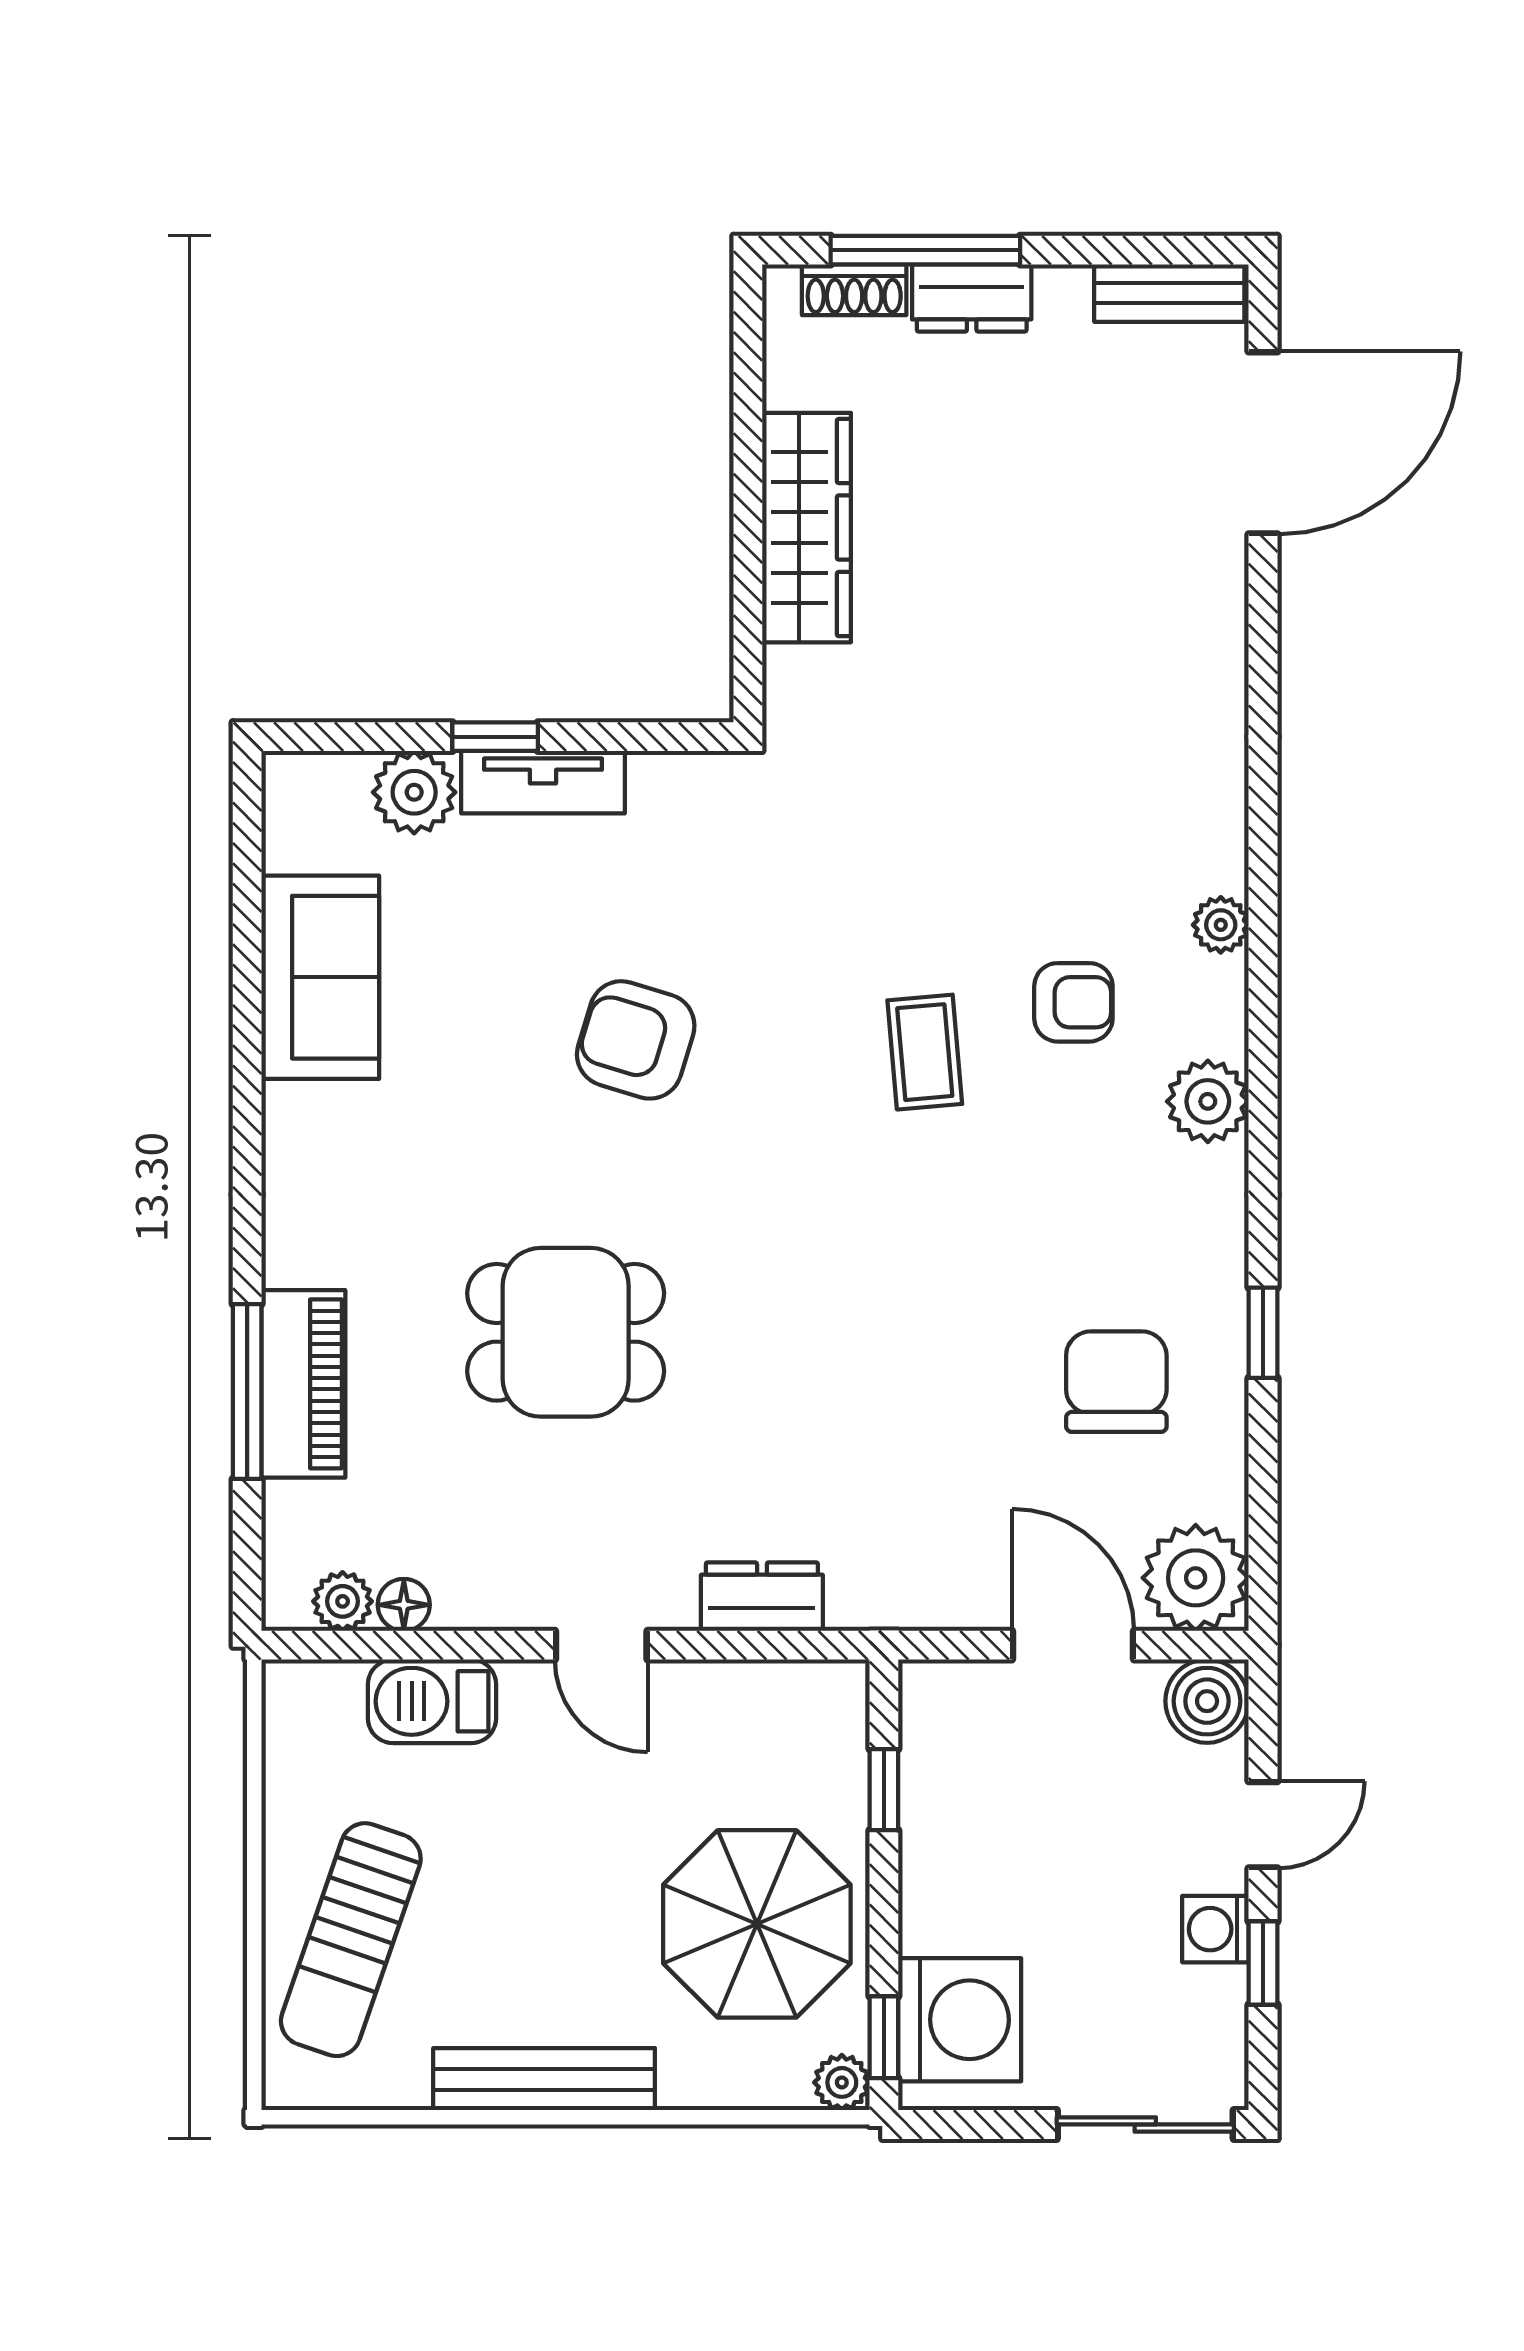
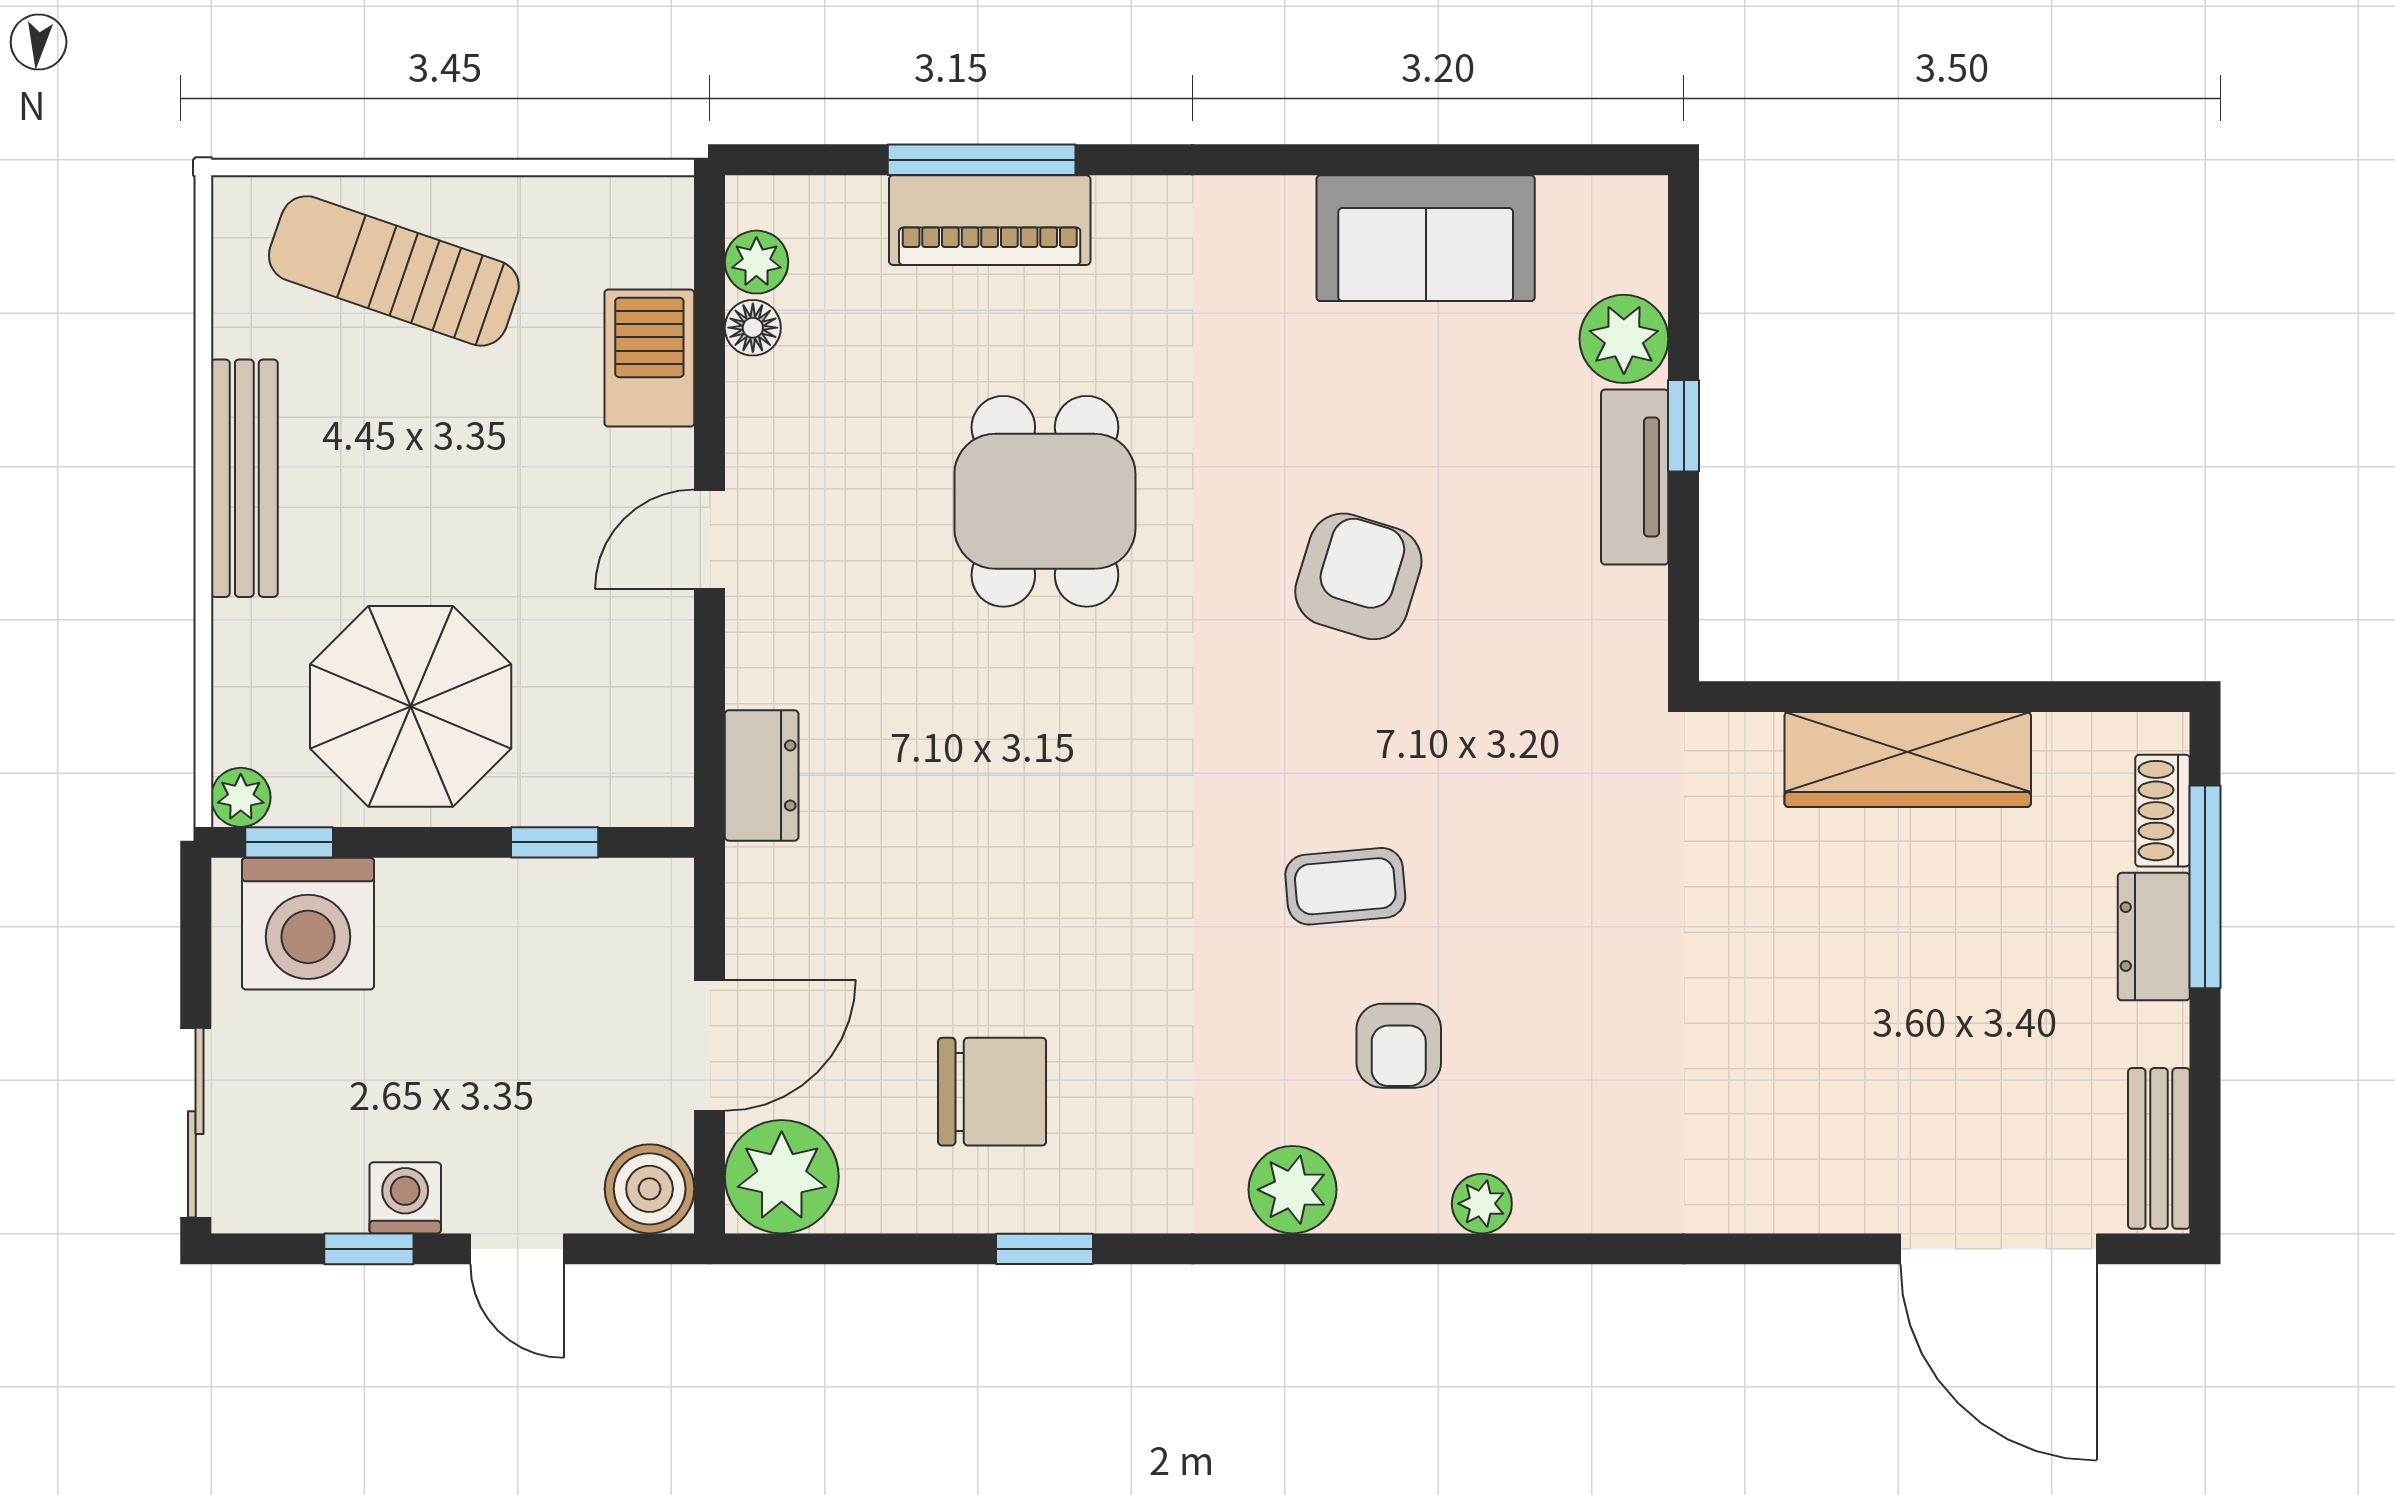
dresser: (762, 1597) -> (762, 775), moved

